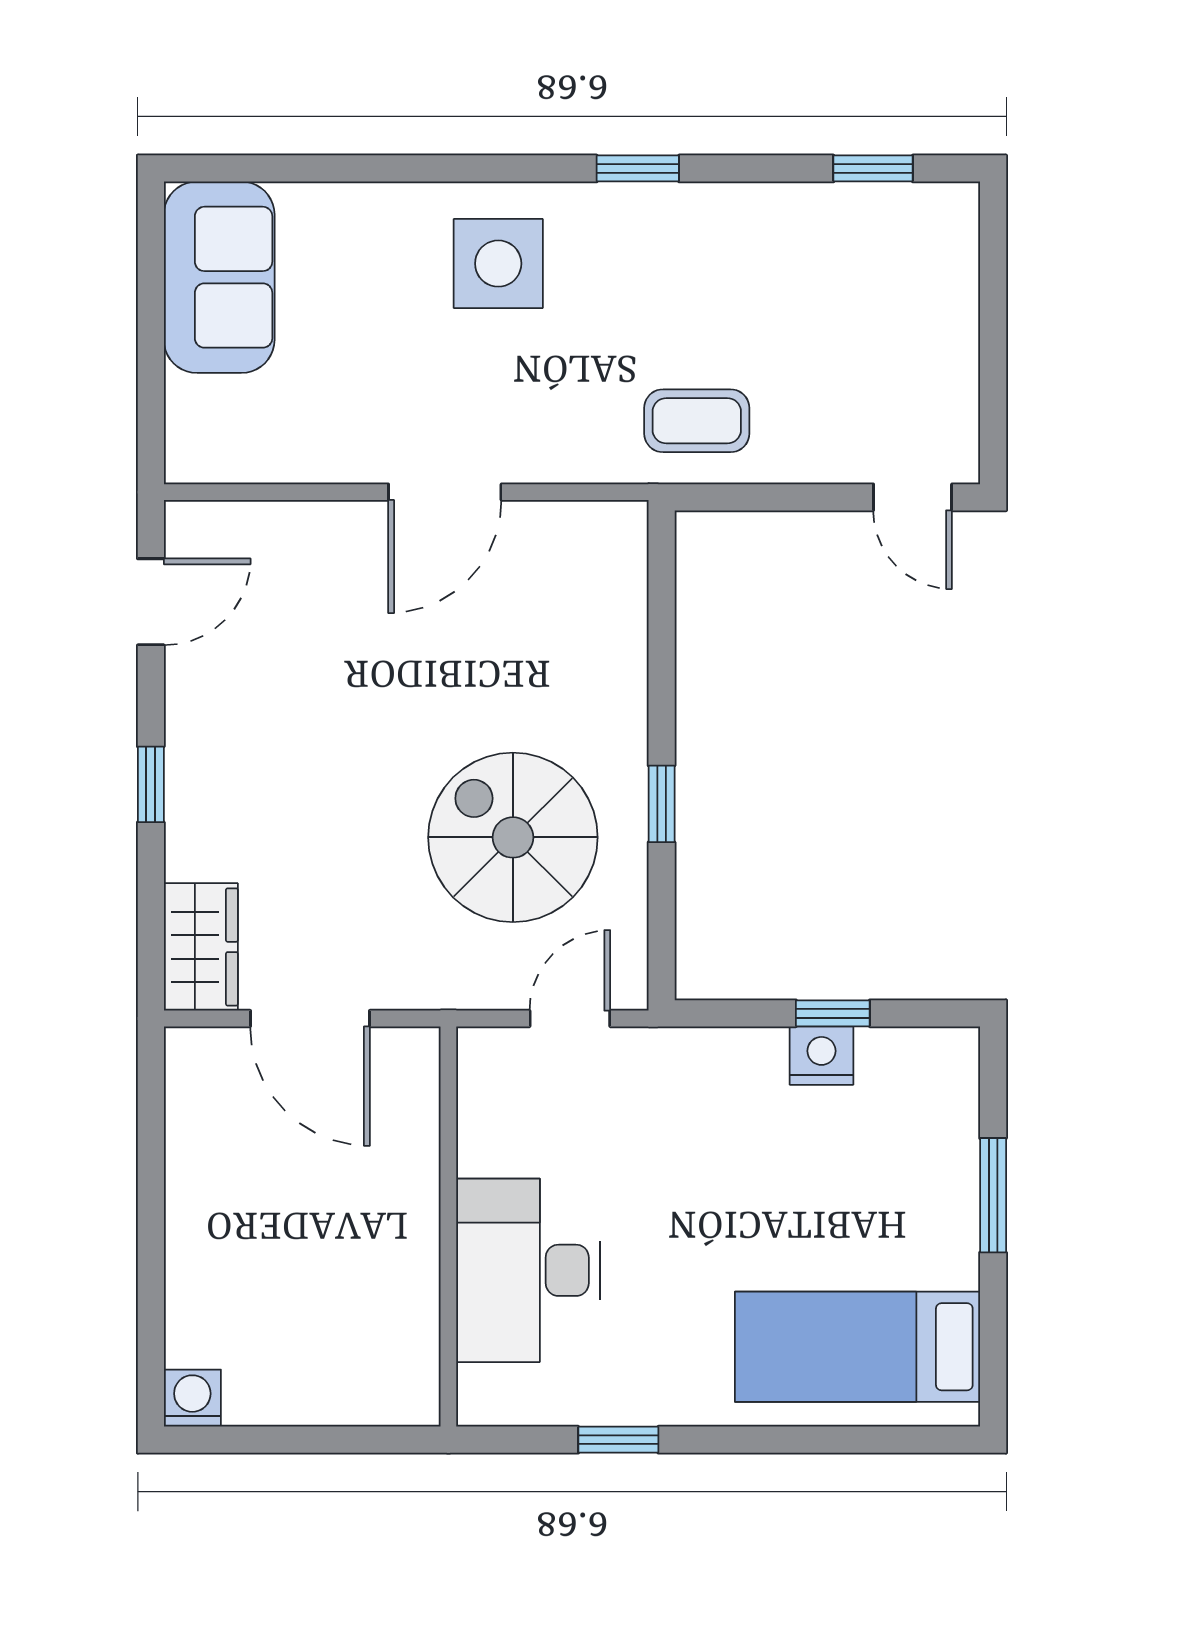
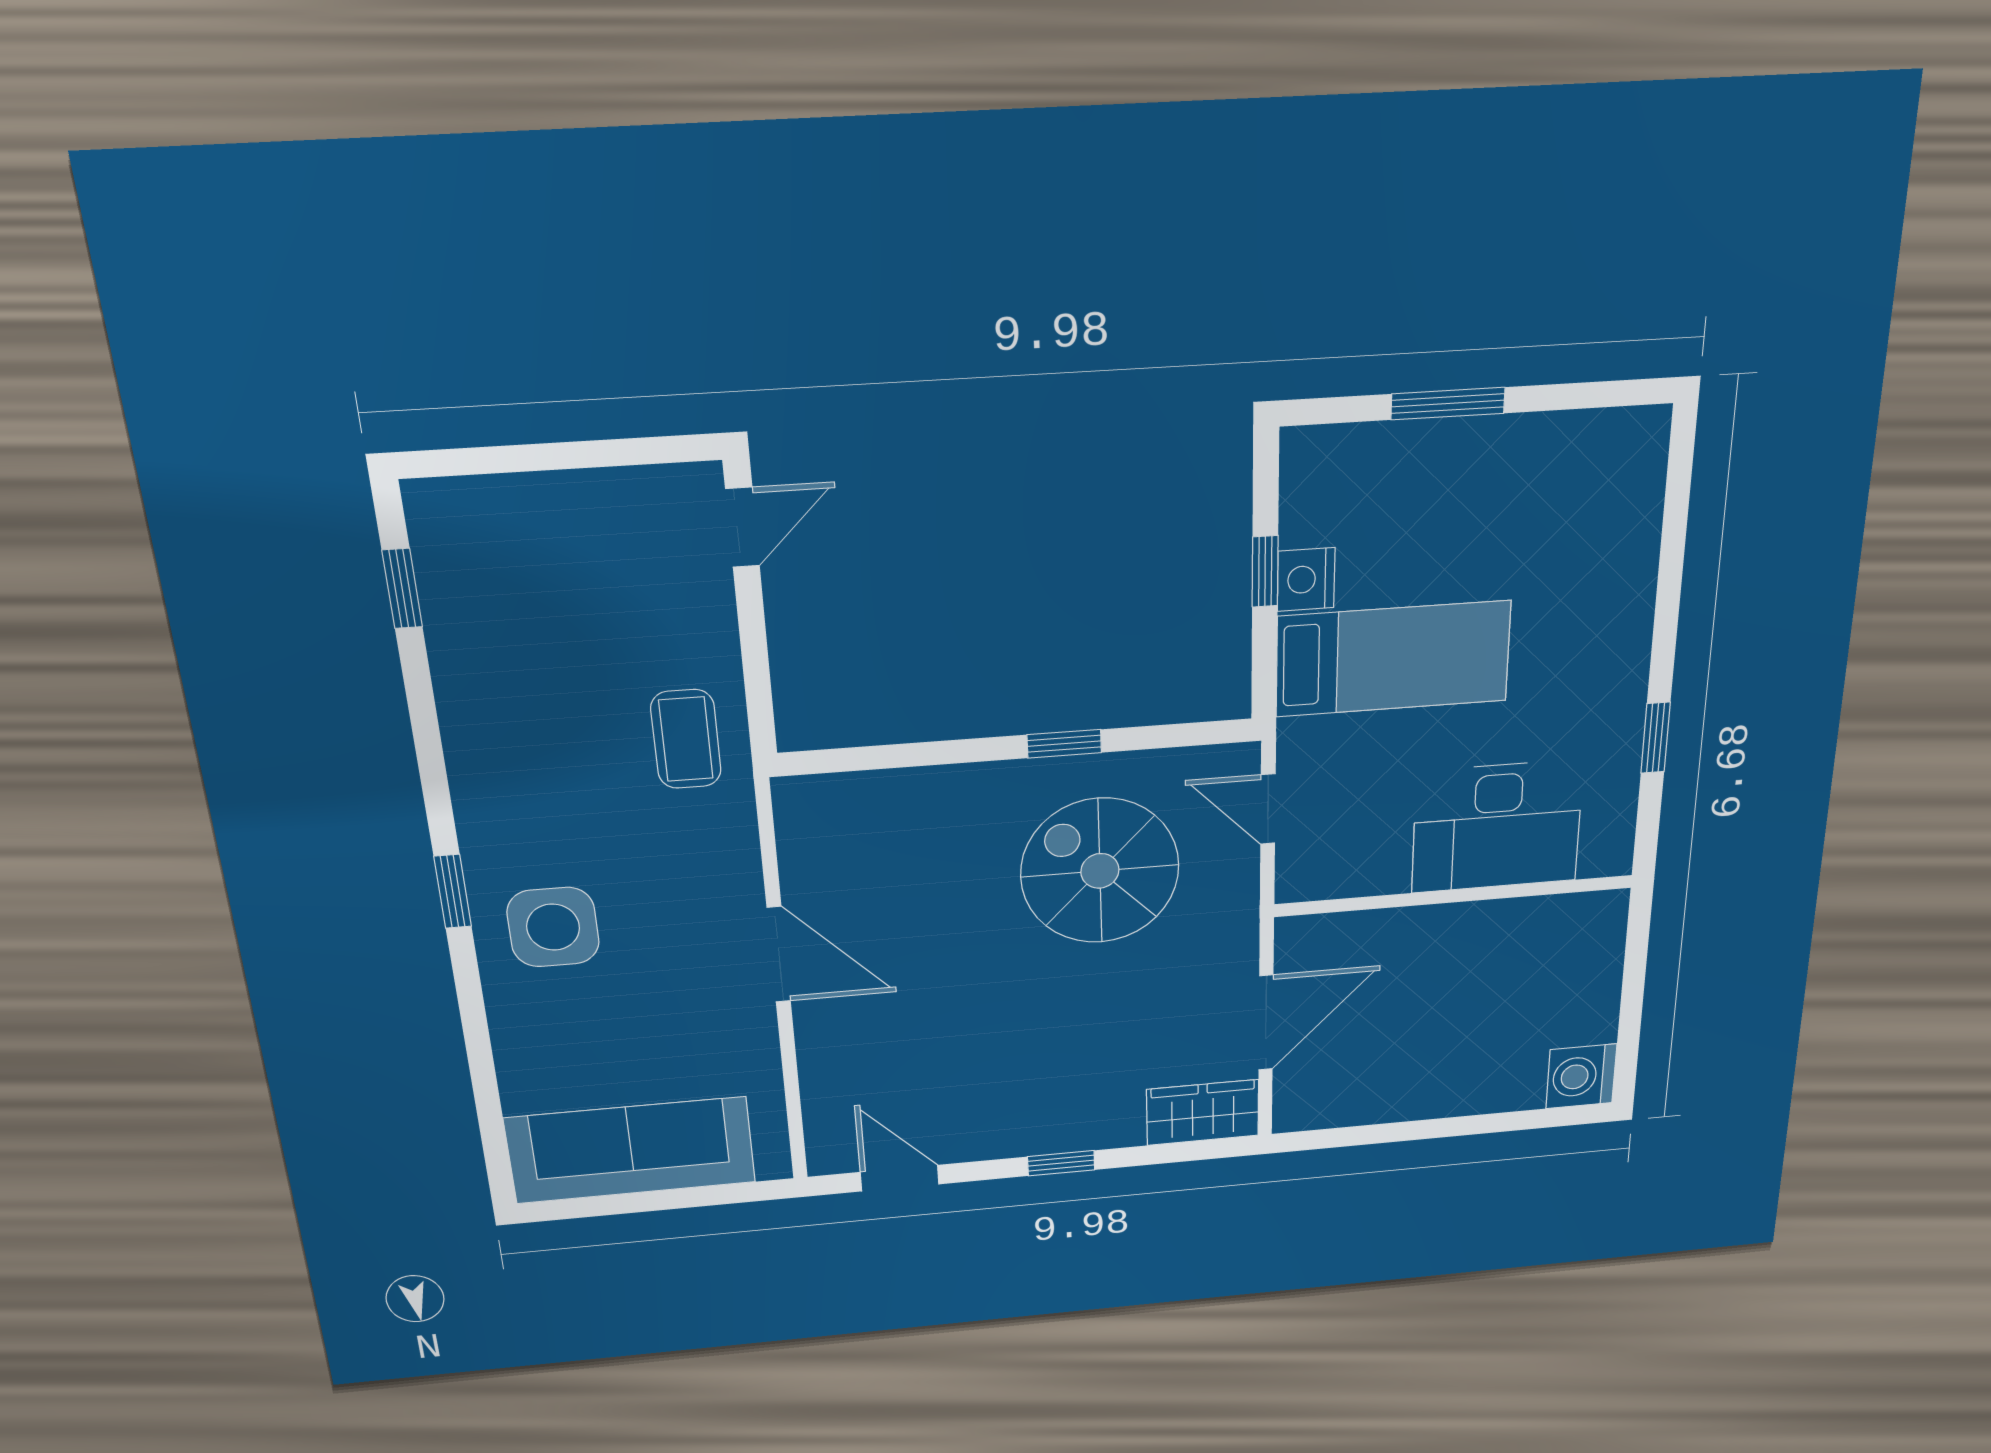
window: (638, 168) -> (453, 891), moved
sofa: (219, 277) -> (631, 1150), width x1.36
spiral stairs: (513, 837) -> (1100, 871), turned 90
bed: (858, 1347) -> (1393, 659), moved, turned -90
washing machine: (192, 1398) -> (1581, 1076), width x1.38, depth x1.38

